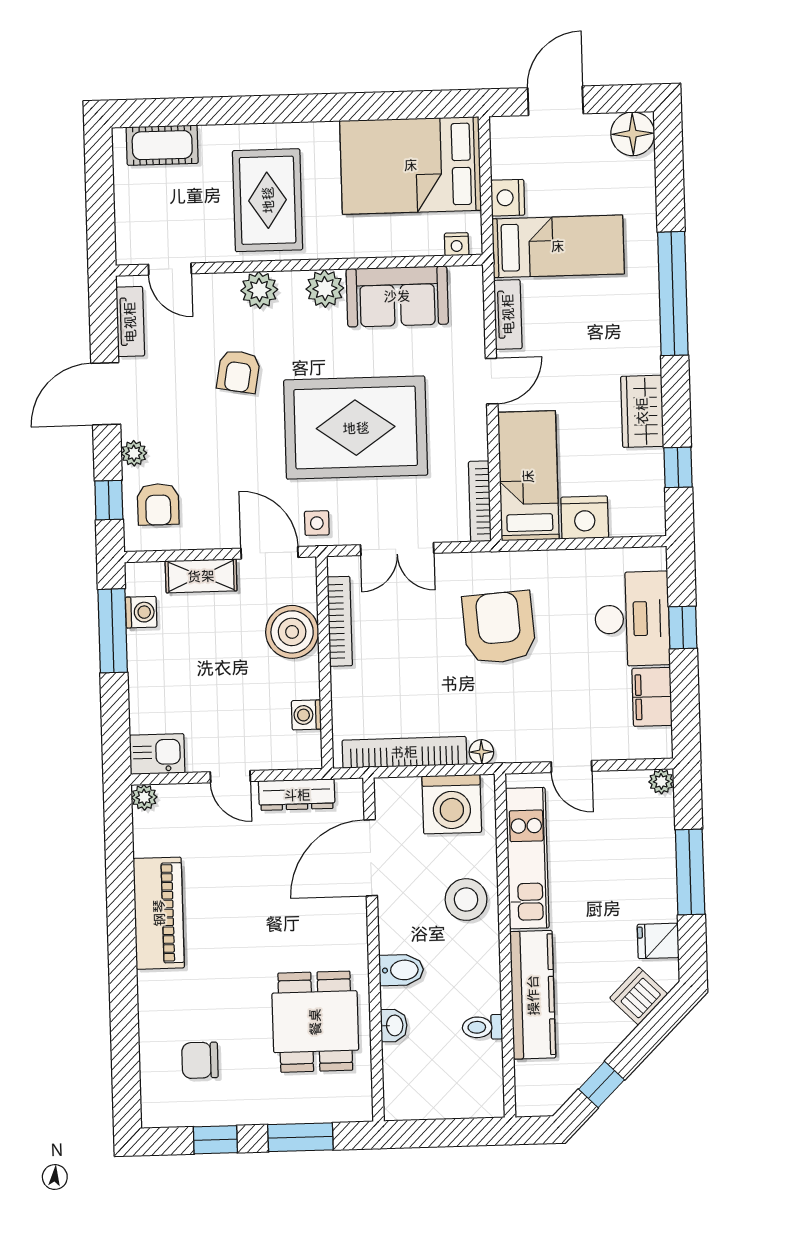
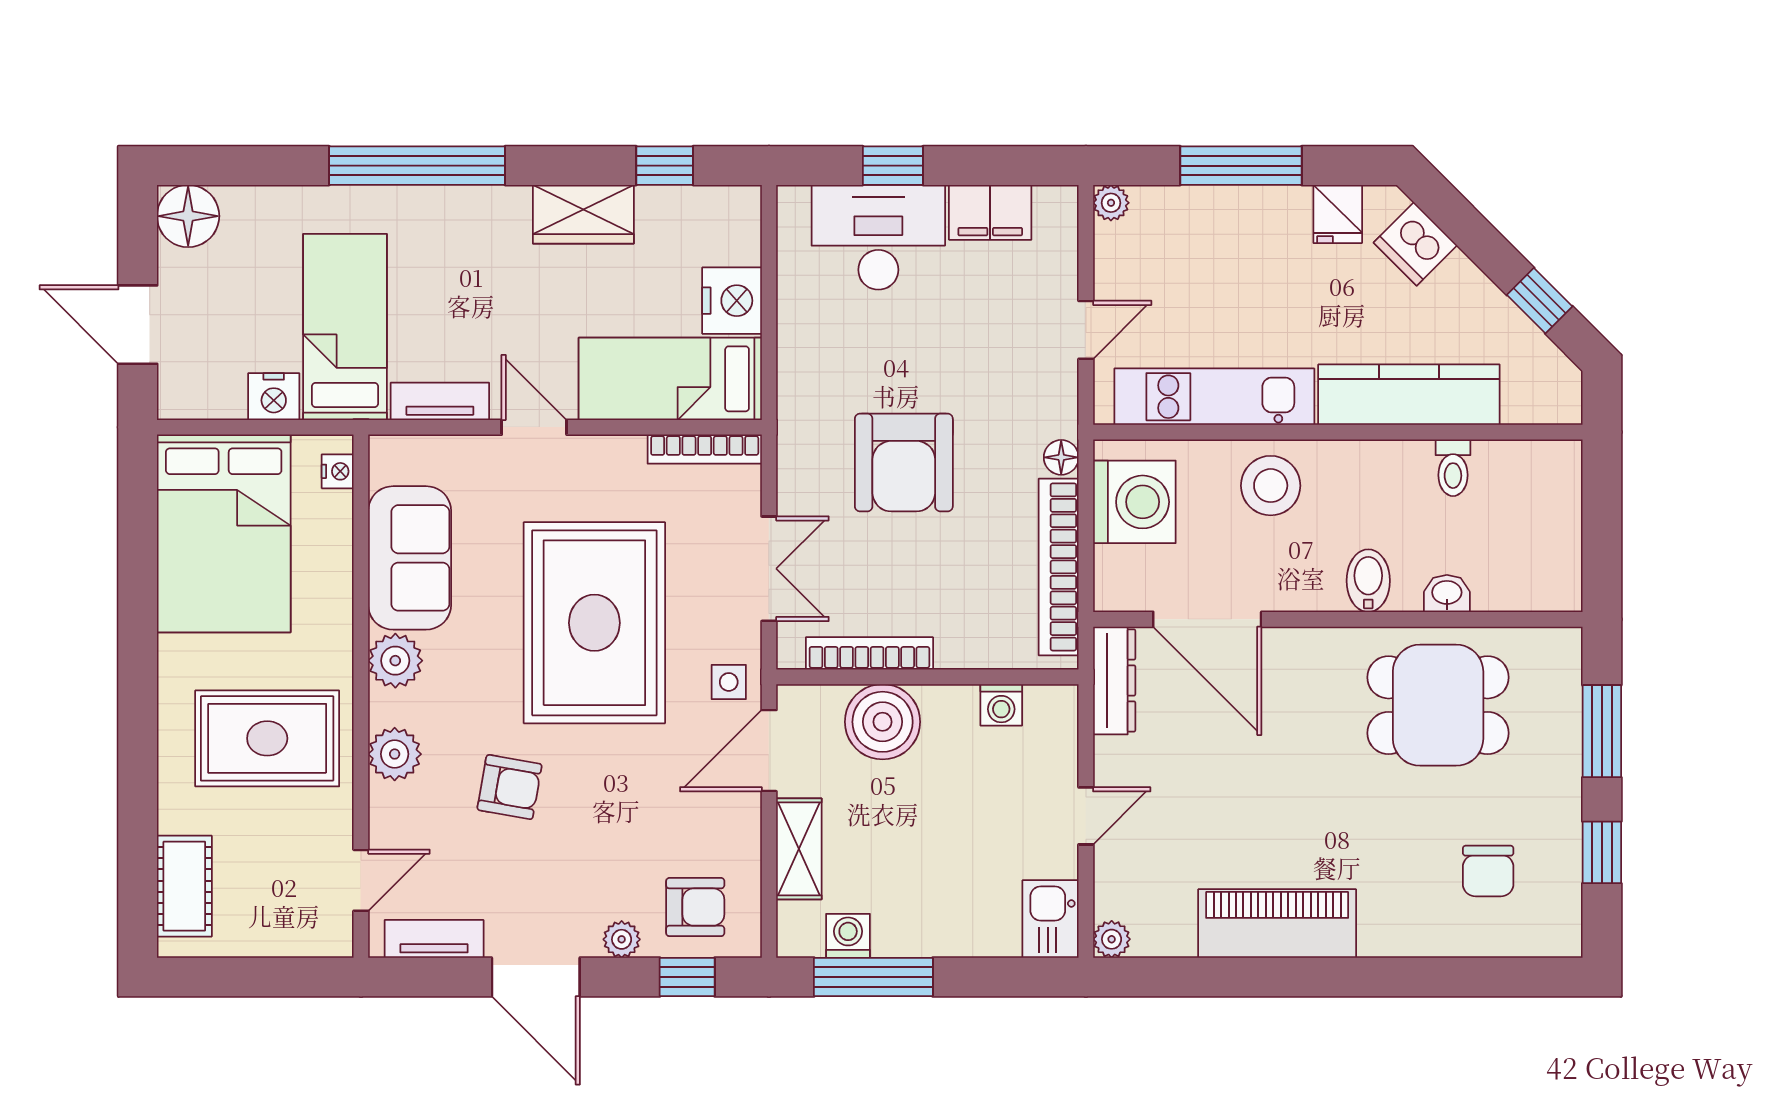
armchair: (499, 628) -> (904, 463), moved, turned -86
dresser: (297, 795) -> (1114, 680), moved

